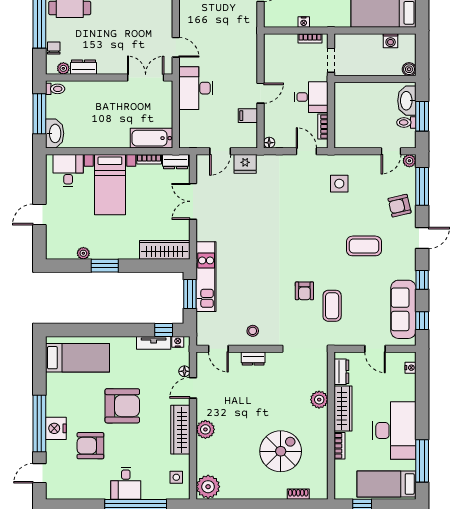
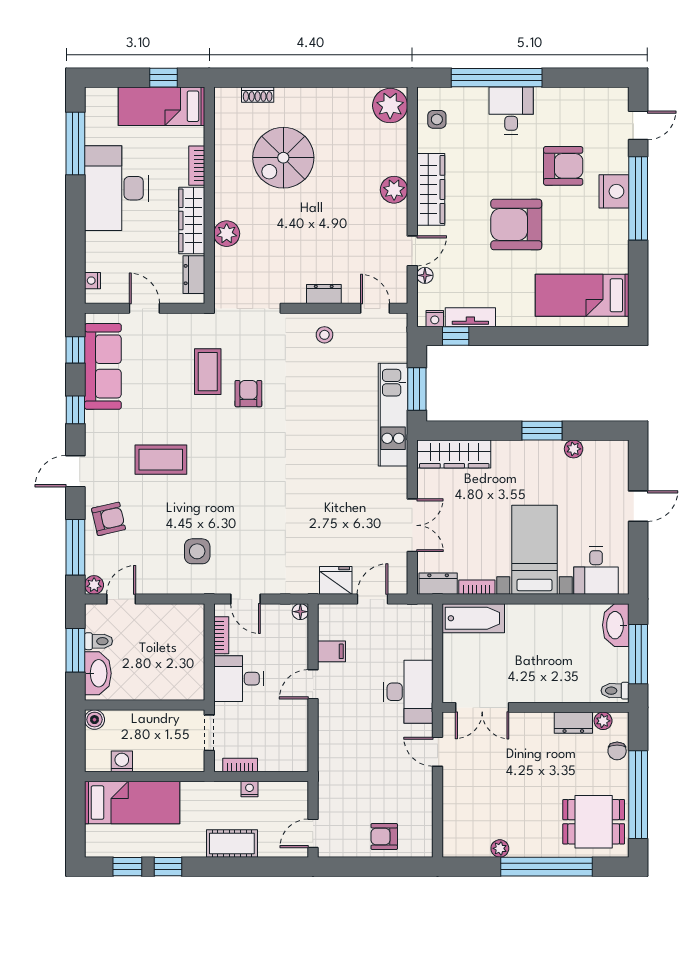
bed: (387, 484) -> (161, 106), moved, turned 180

